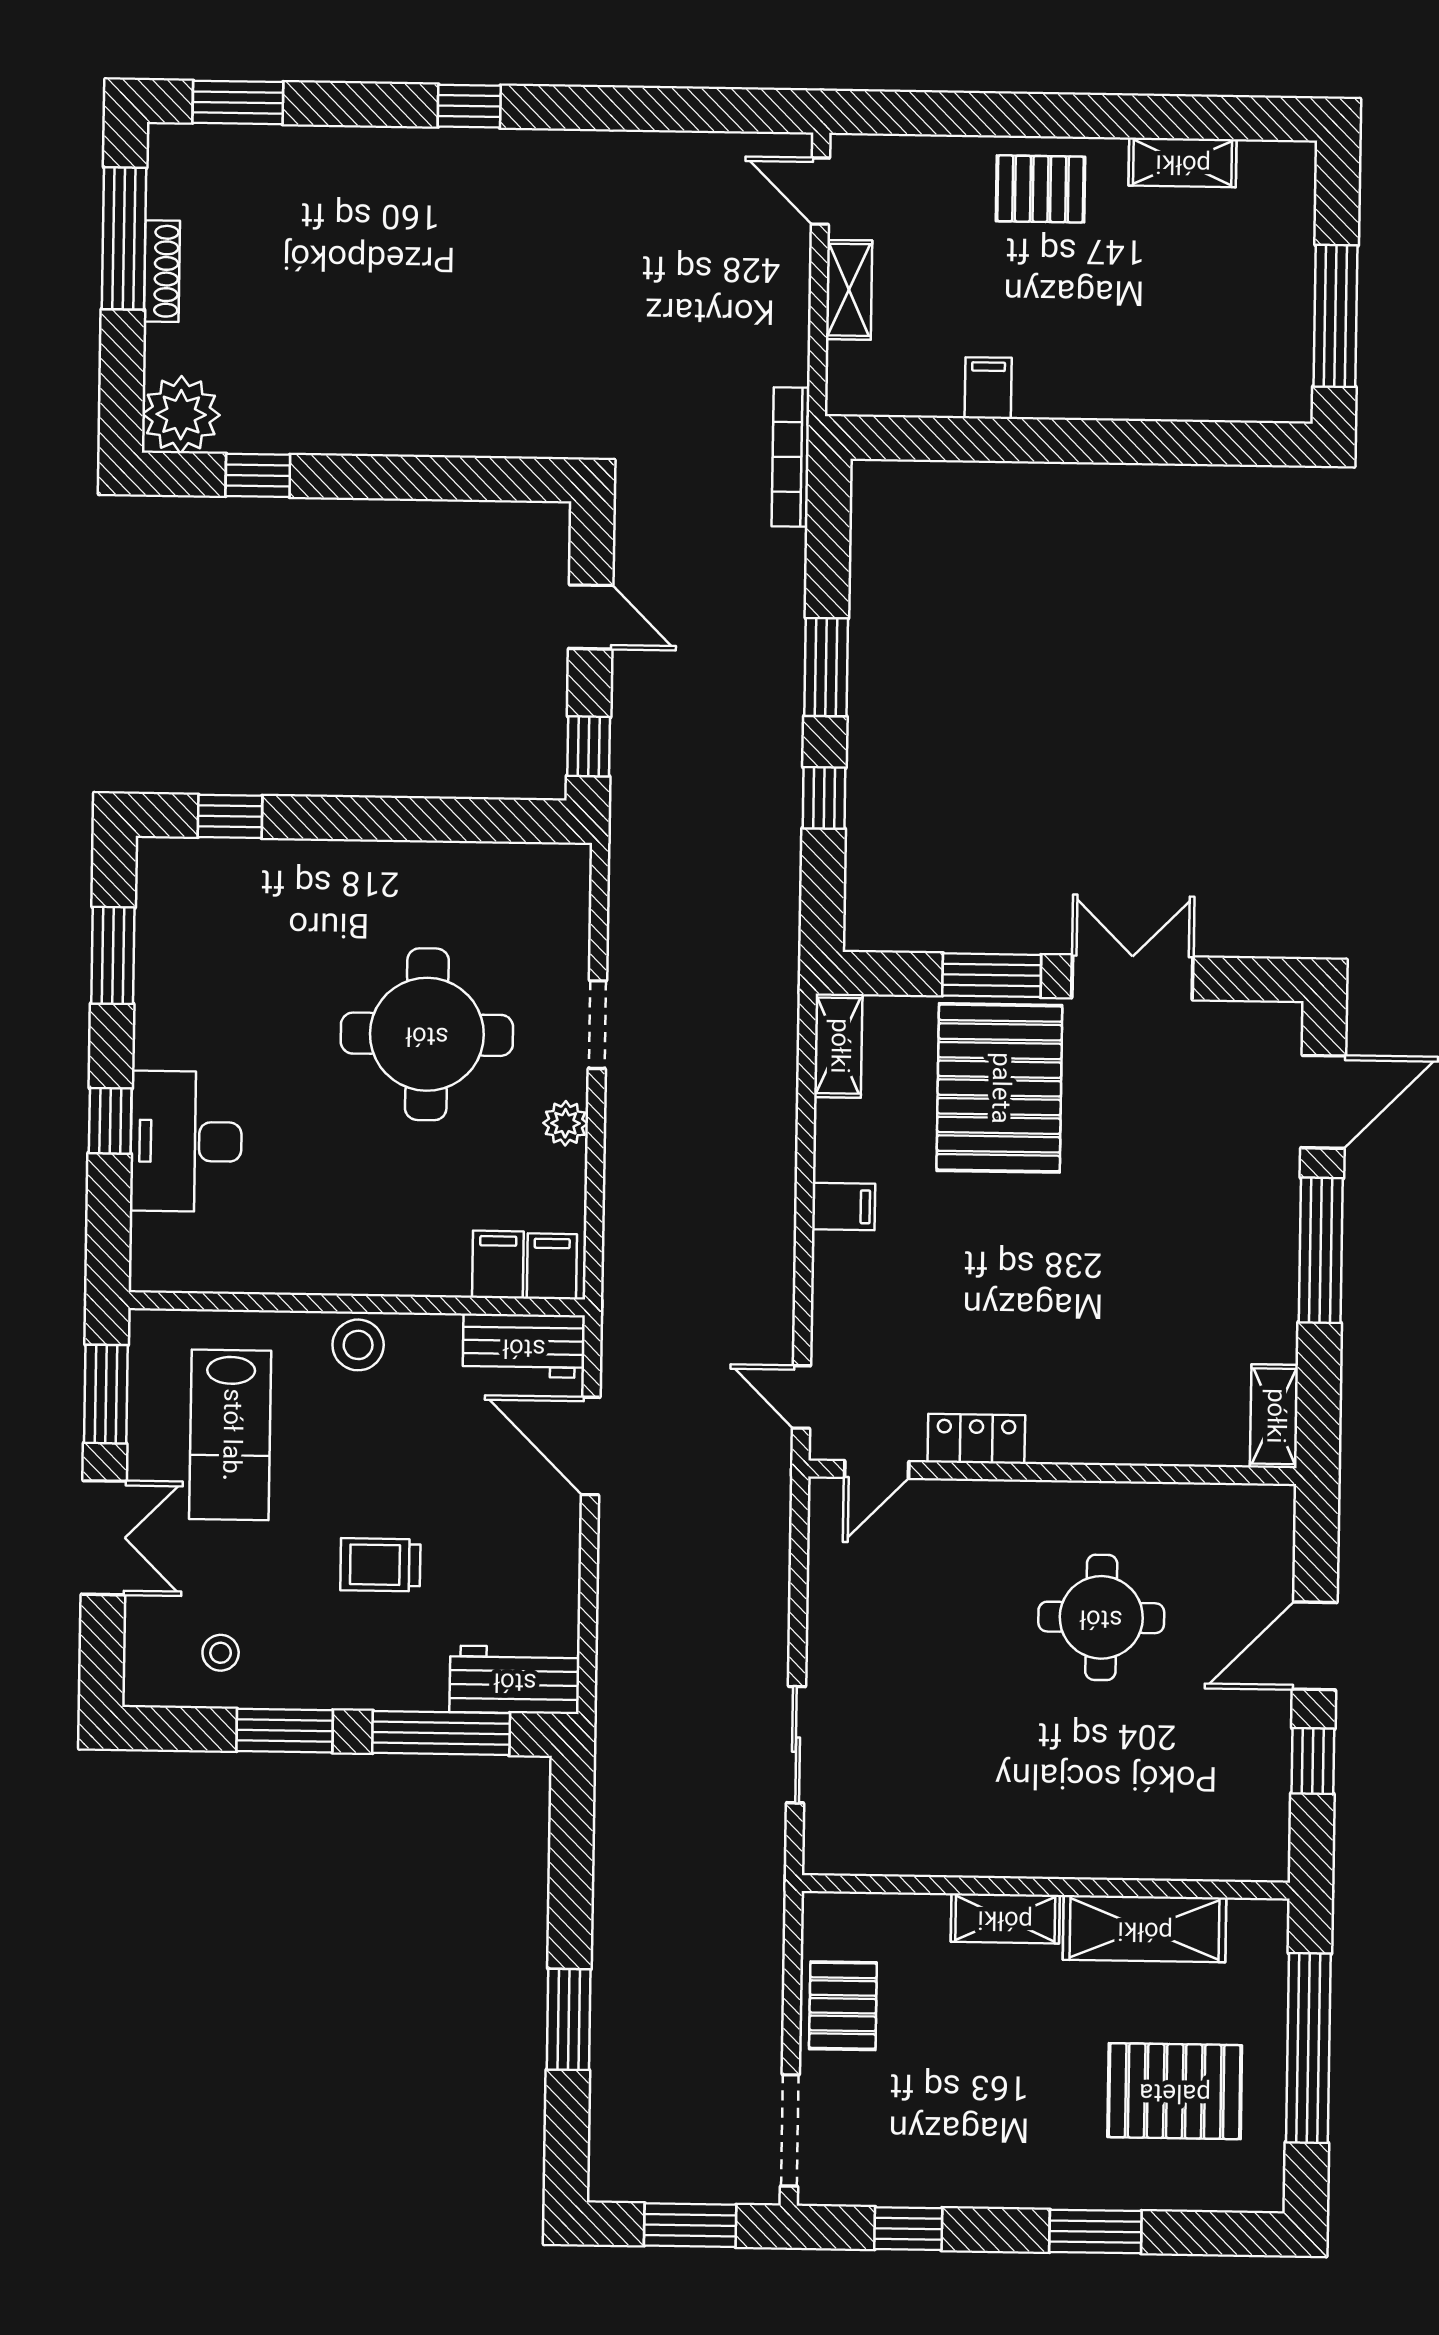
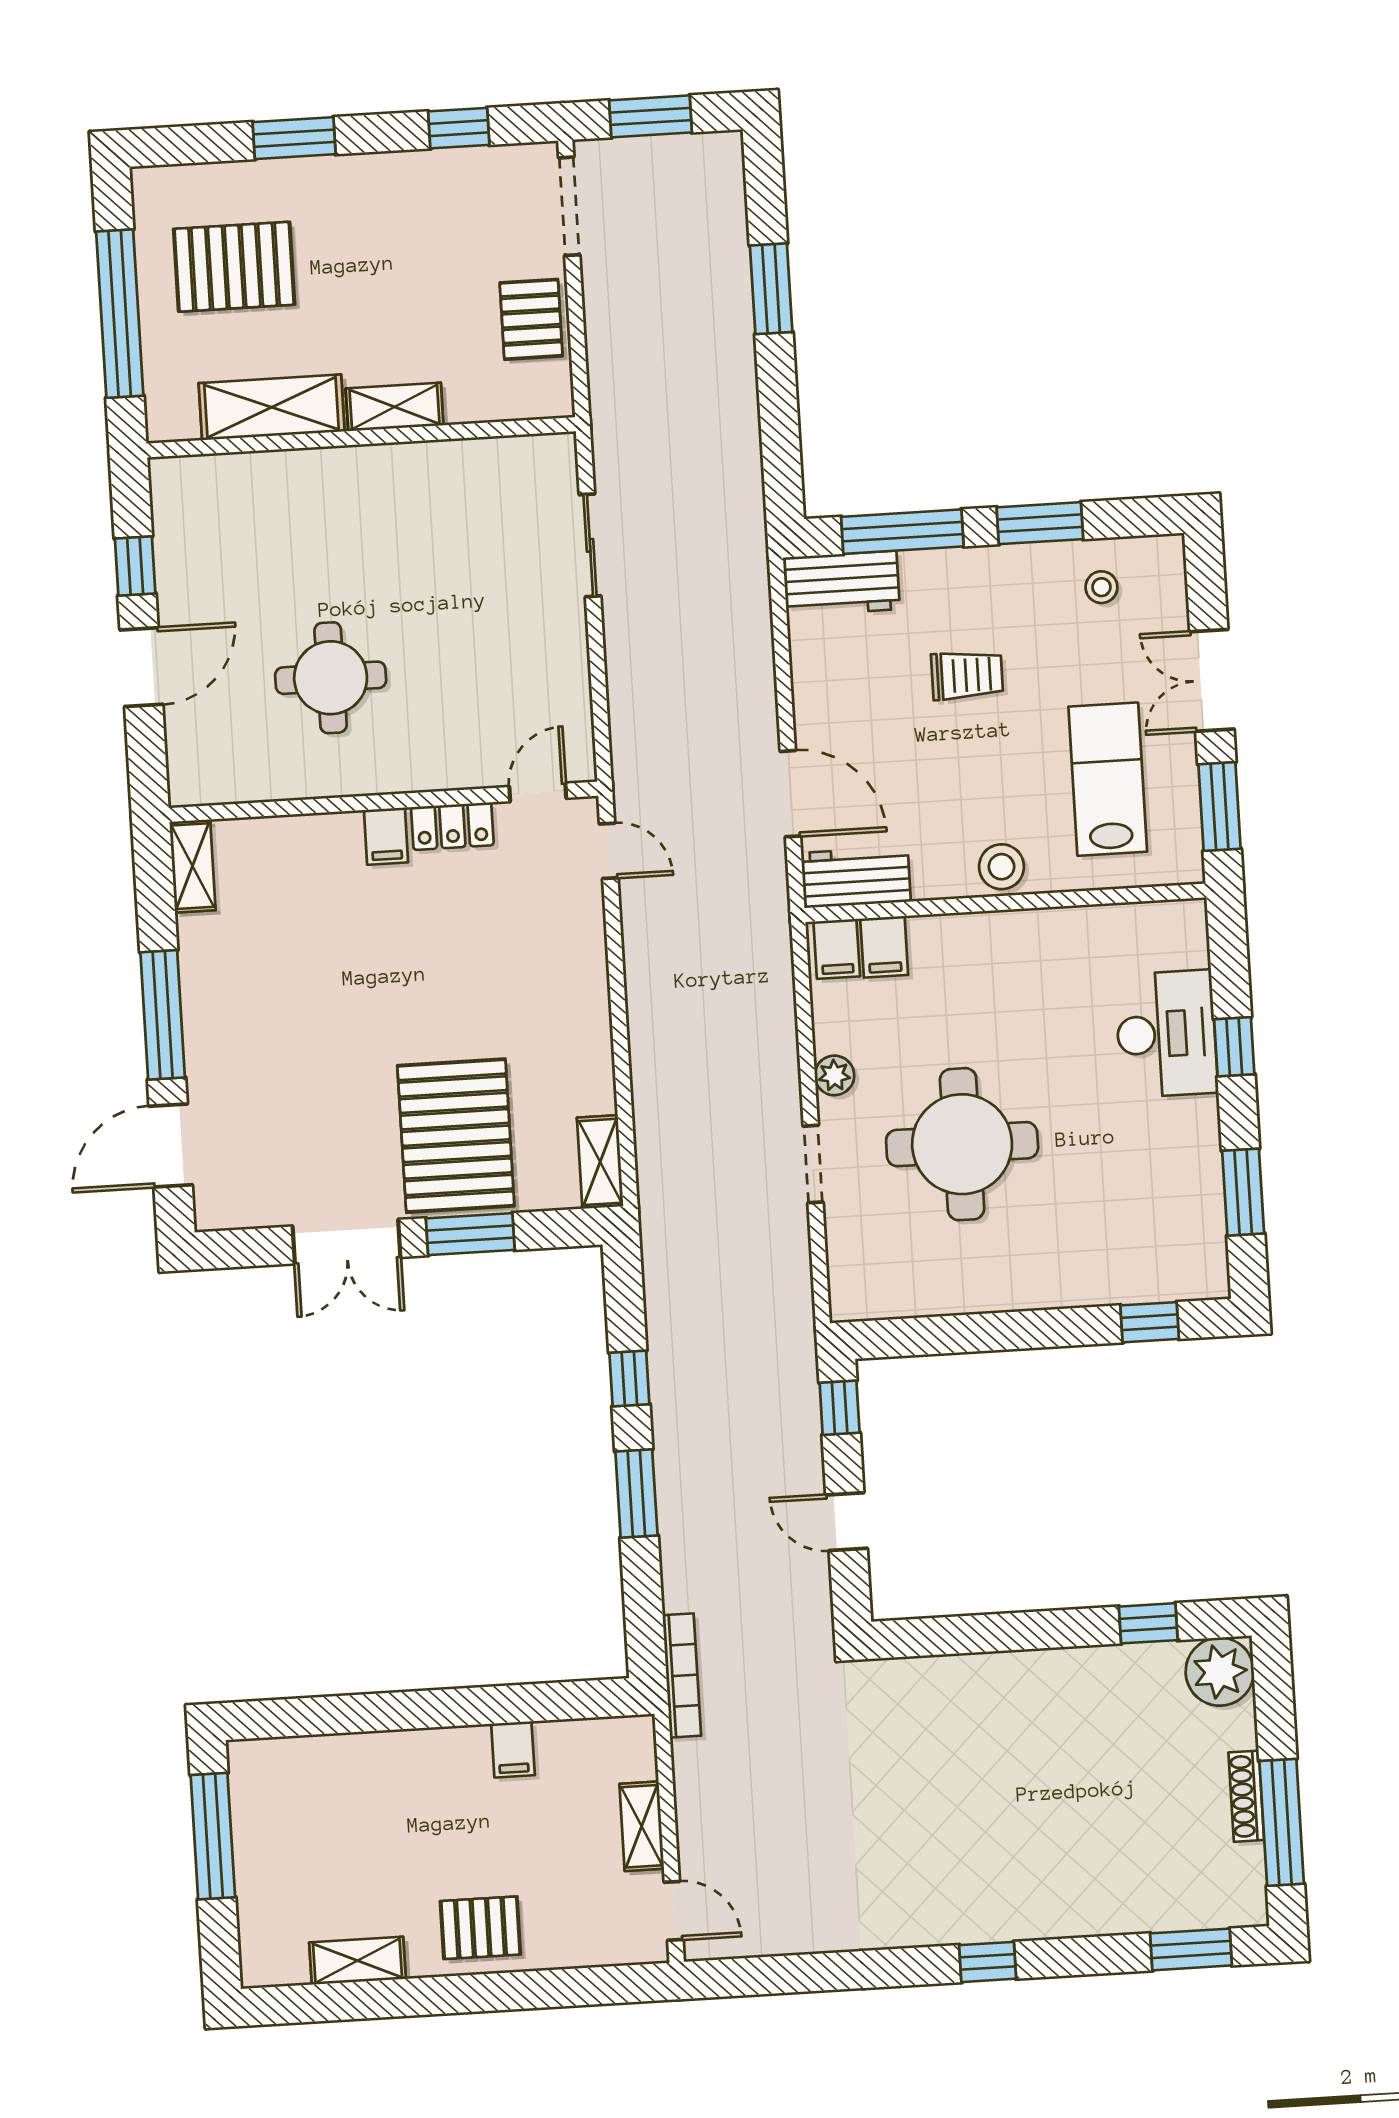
filing cabinet: (844, 1207) -> (386, 836), moved, turned -90

